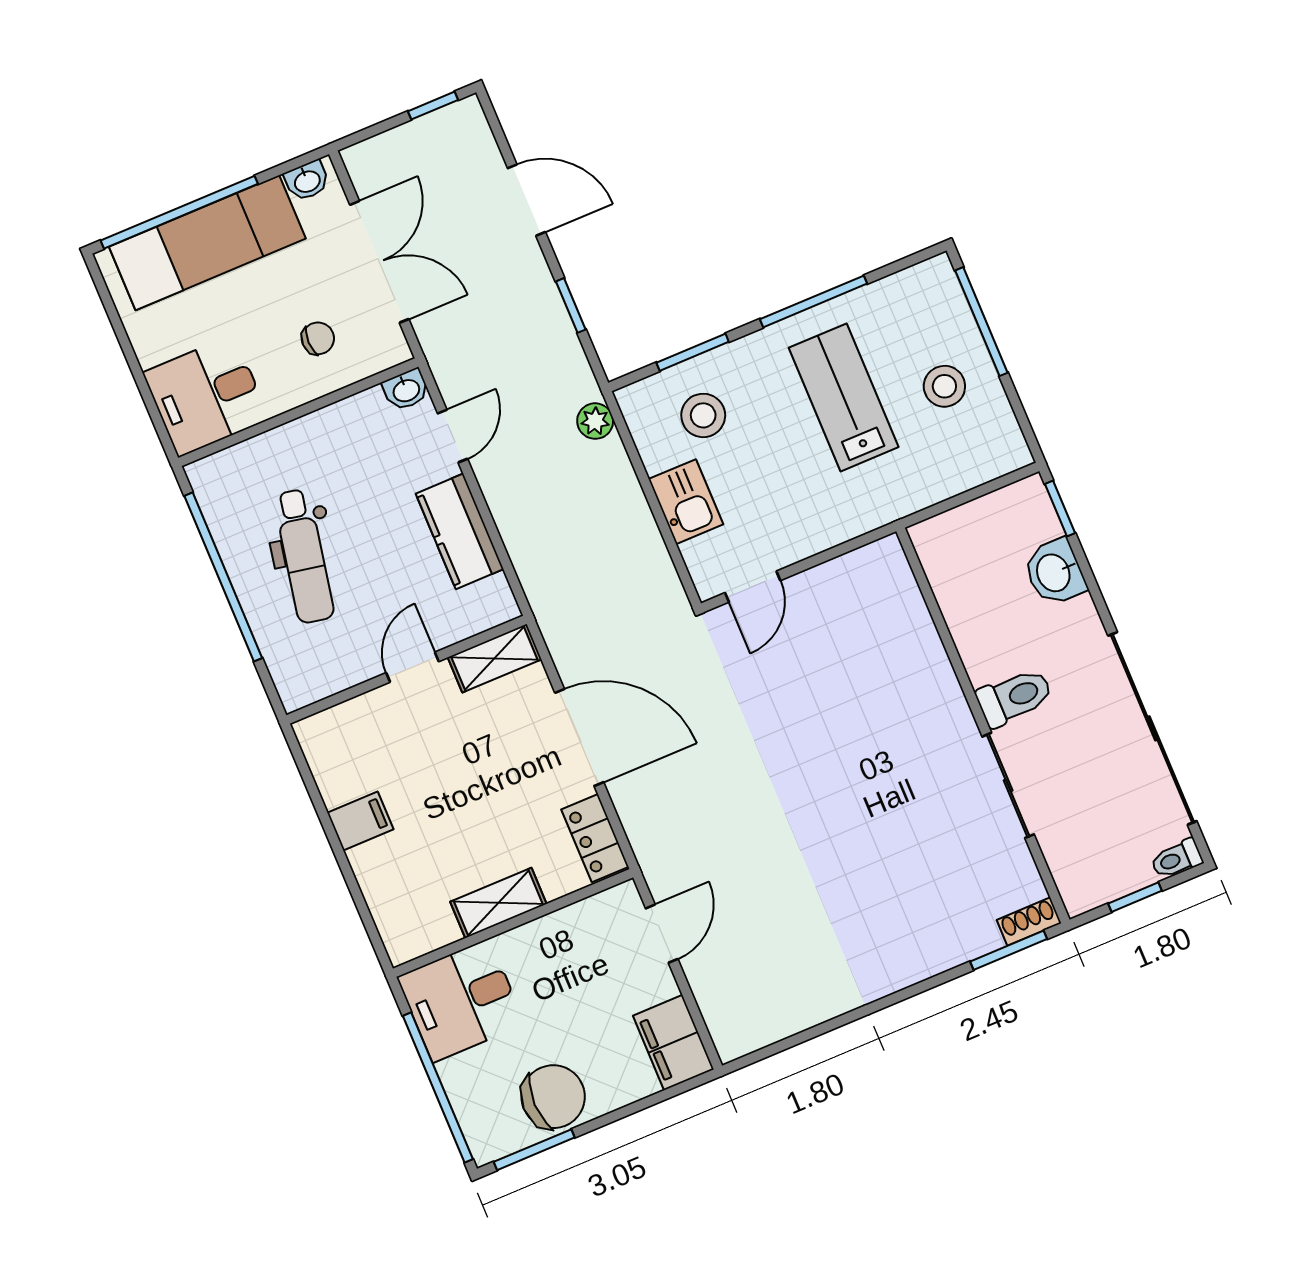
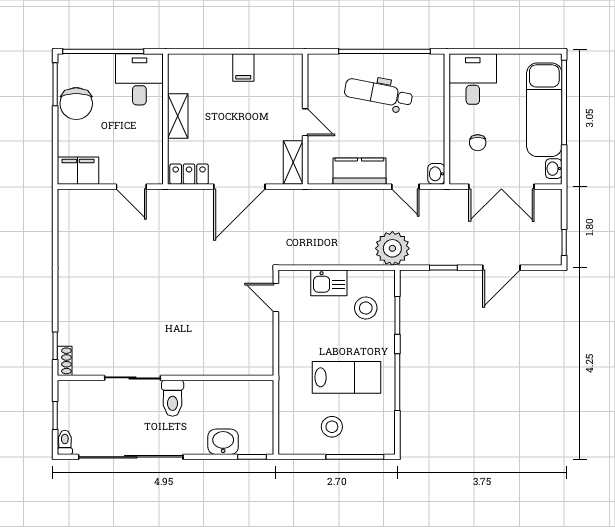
plant: (595, 421) -> (392, 248), width x1.88, depth x1.88
window: (1009, 950) -> (55, 346), width x0.67

